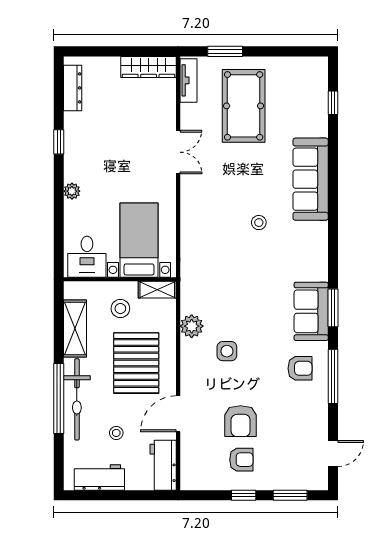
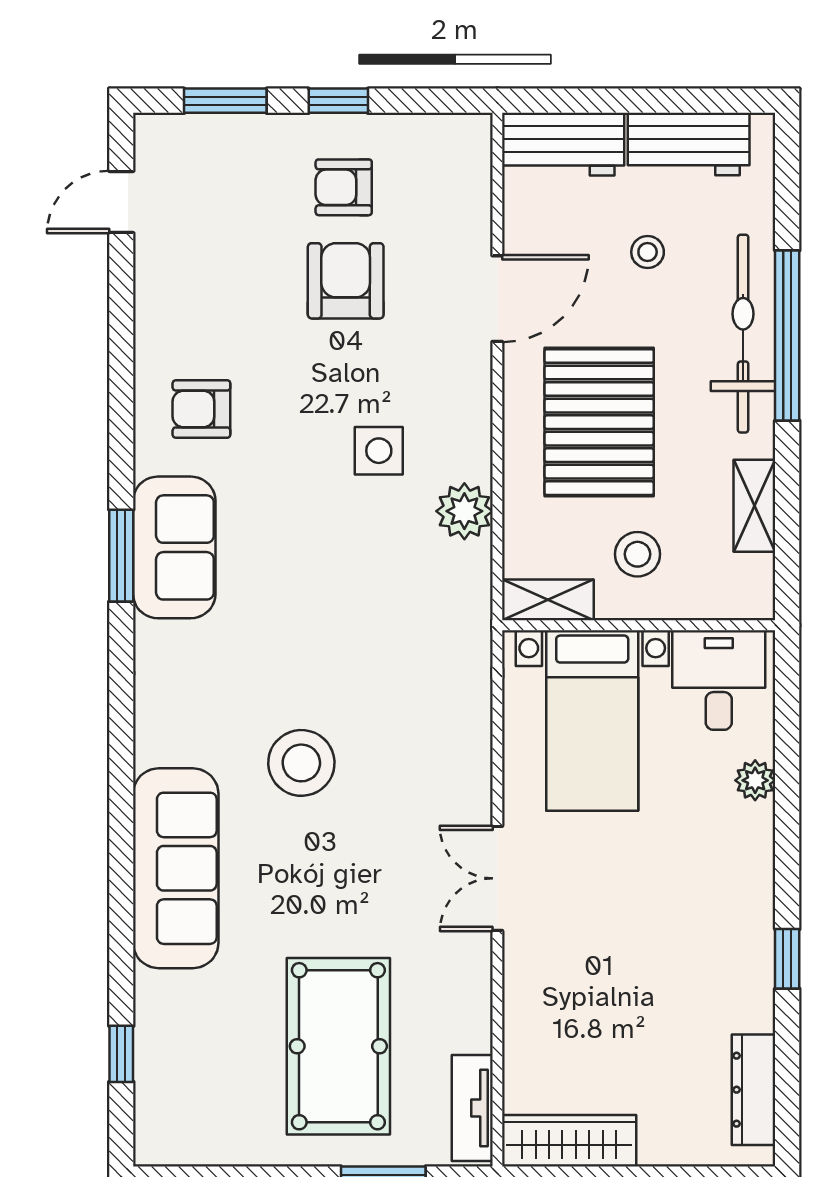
double door: (178, 152) -> (497, 878), moved
plant: (72, 191) -> (755, 780), moved
stool: (259, 223) -> (301, 763), width x1.89, depth x1.89
shelving: (75, 328) -> (754, 506), width x0.67, depth x0.75
window: (333, 376) -> (121, 389), removed
workbench: (163, 465) -> (563, 144), moved, turned 90

